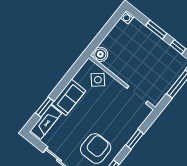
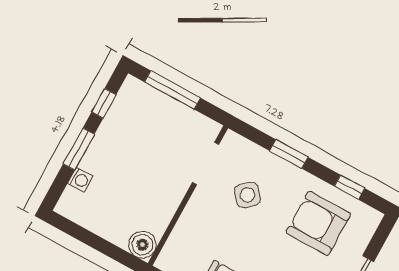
washing machine: (127, 17) -> (80, 180), moved
side table: (98, 80) -> (248, 195), moved

